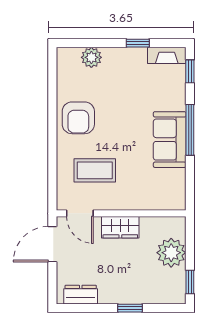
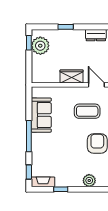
sofa: (170, 140) -> (41, 115), moved
plant: (171, 253) -> (40, 46), moved

